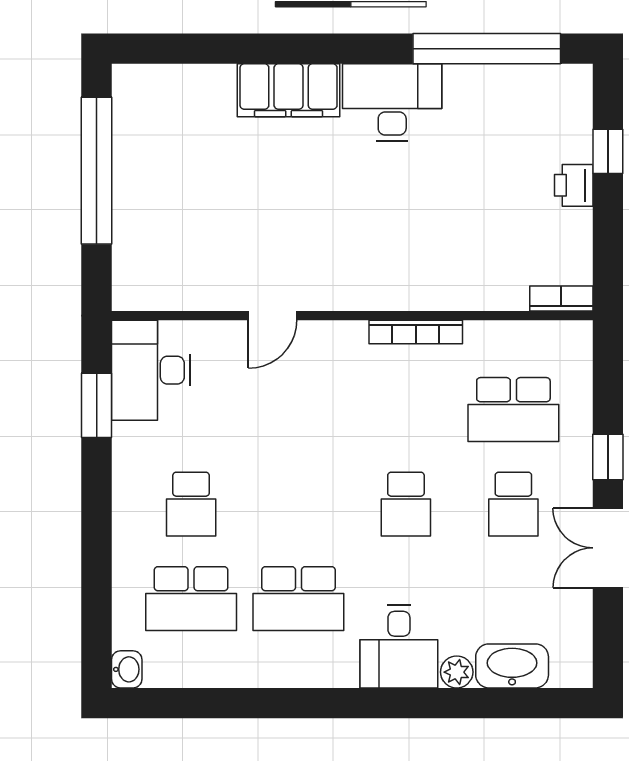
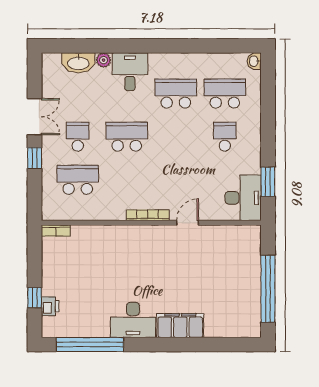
printer: (574, 185) -> (50, 306), moved
bookcase: (416, 332) -> (148, 215), moved
school desk: (406, 504) -> (127, 137), width x1.85

